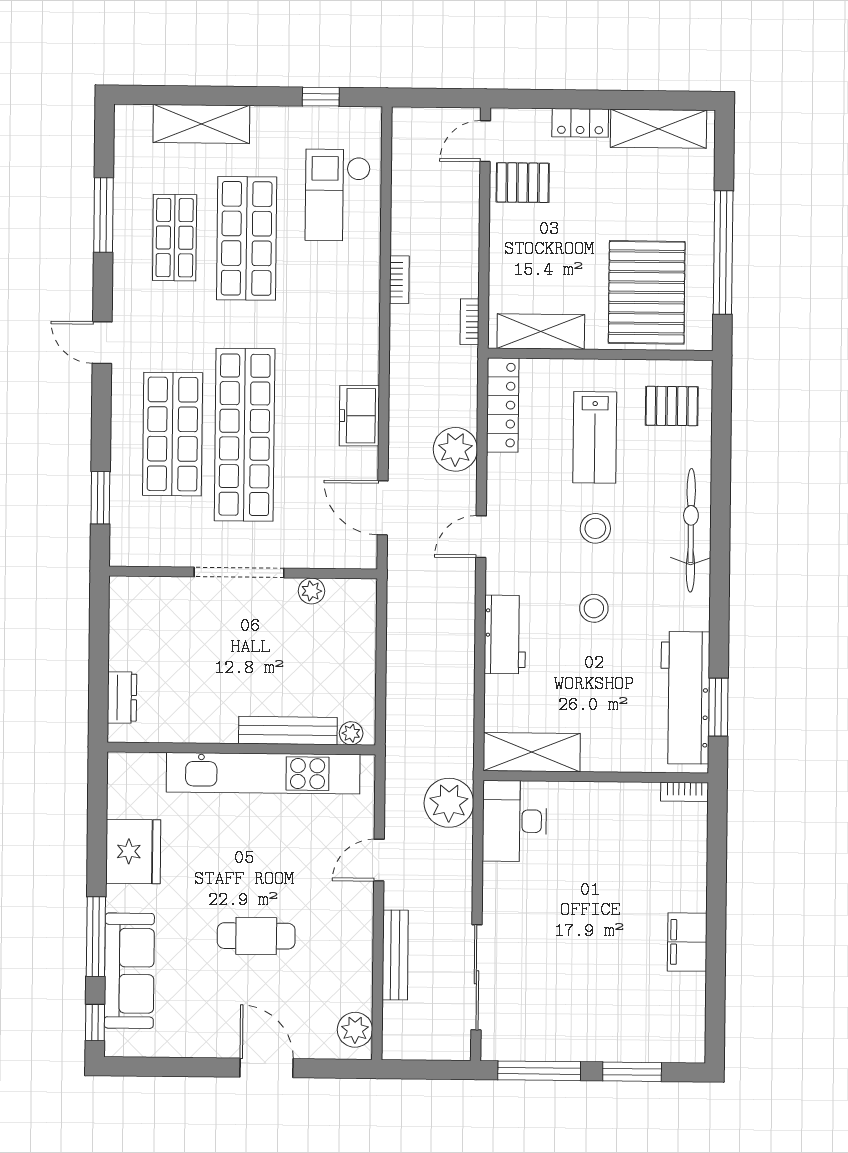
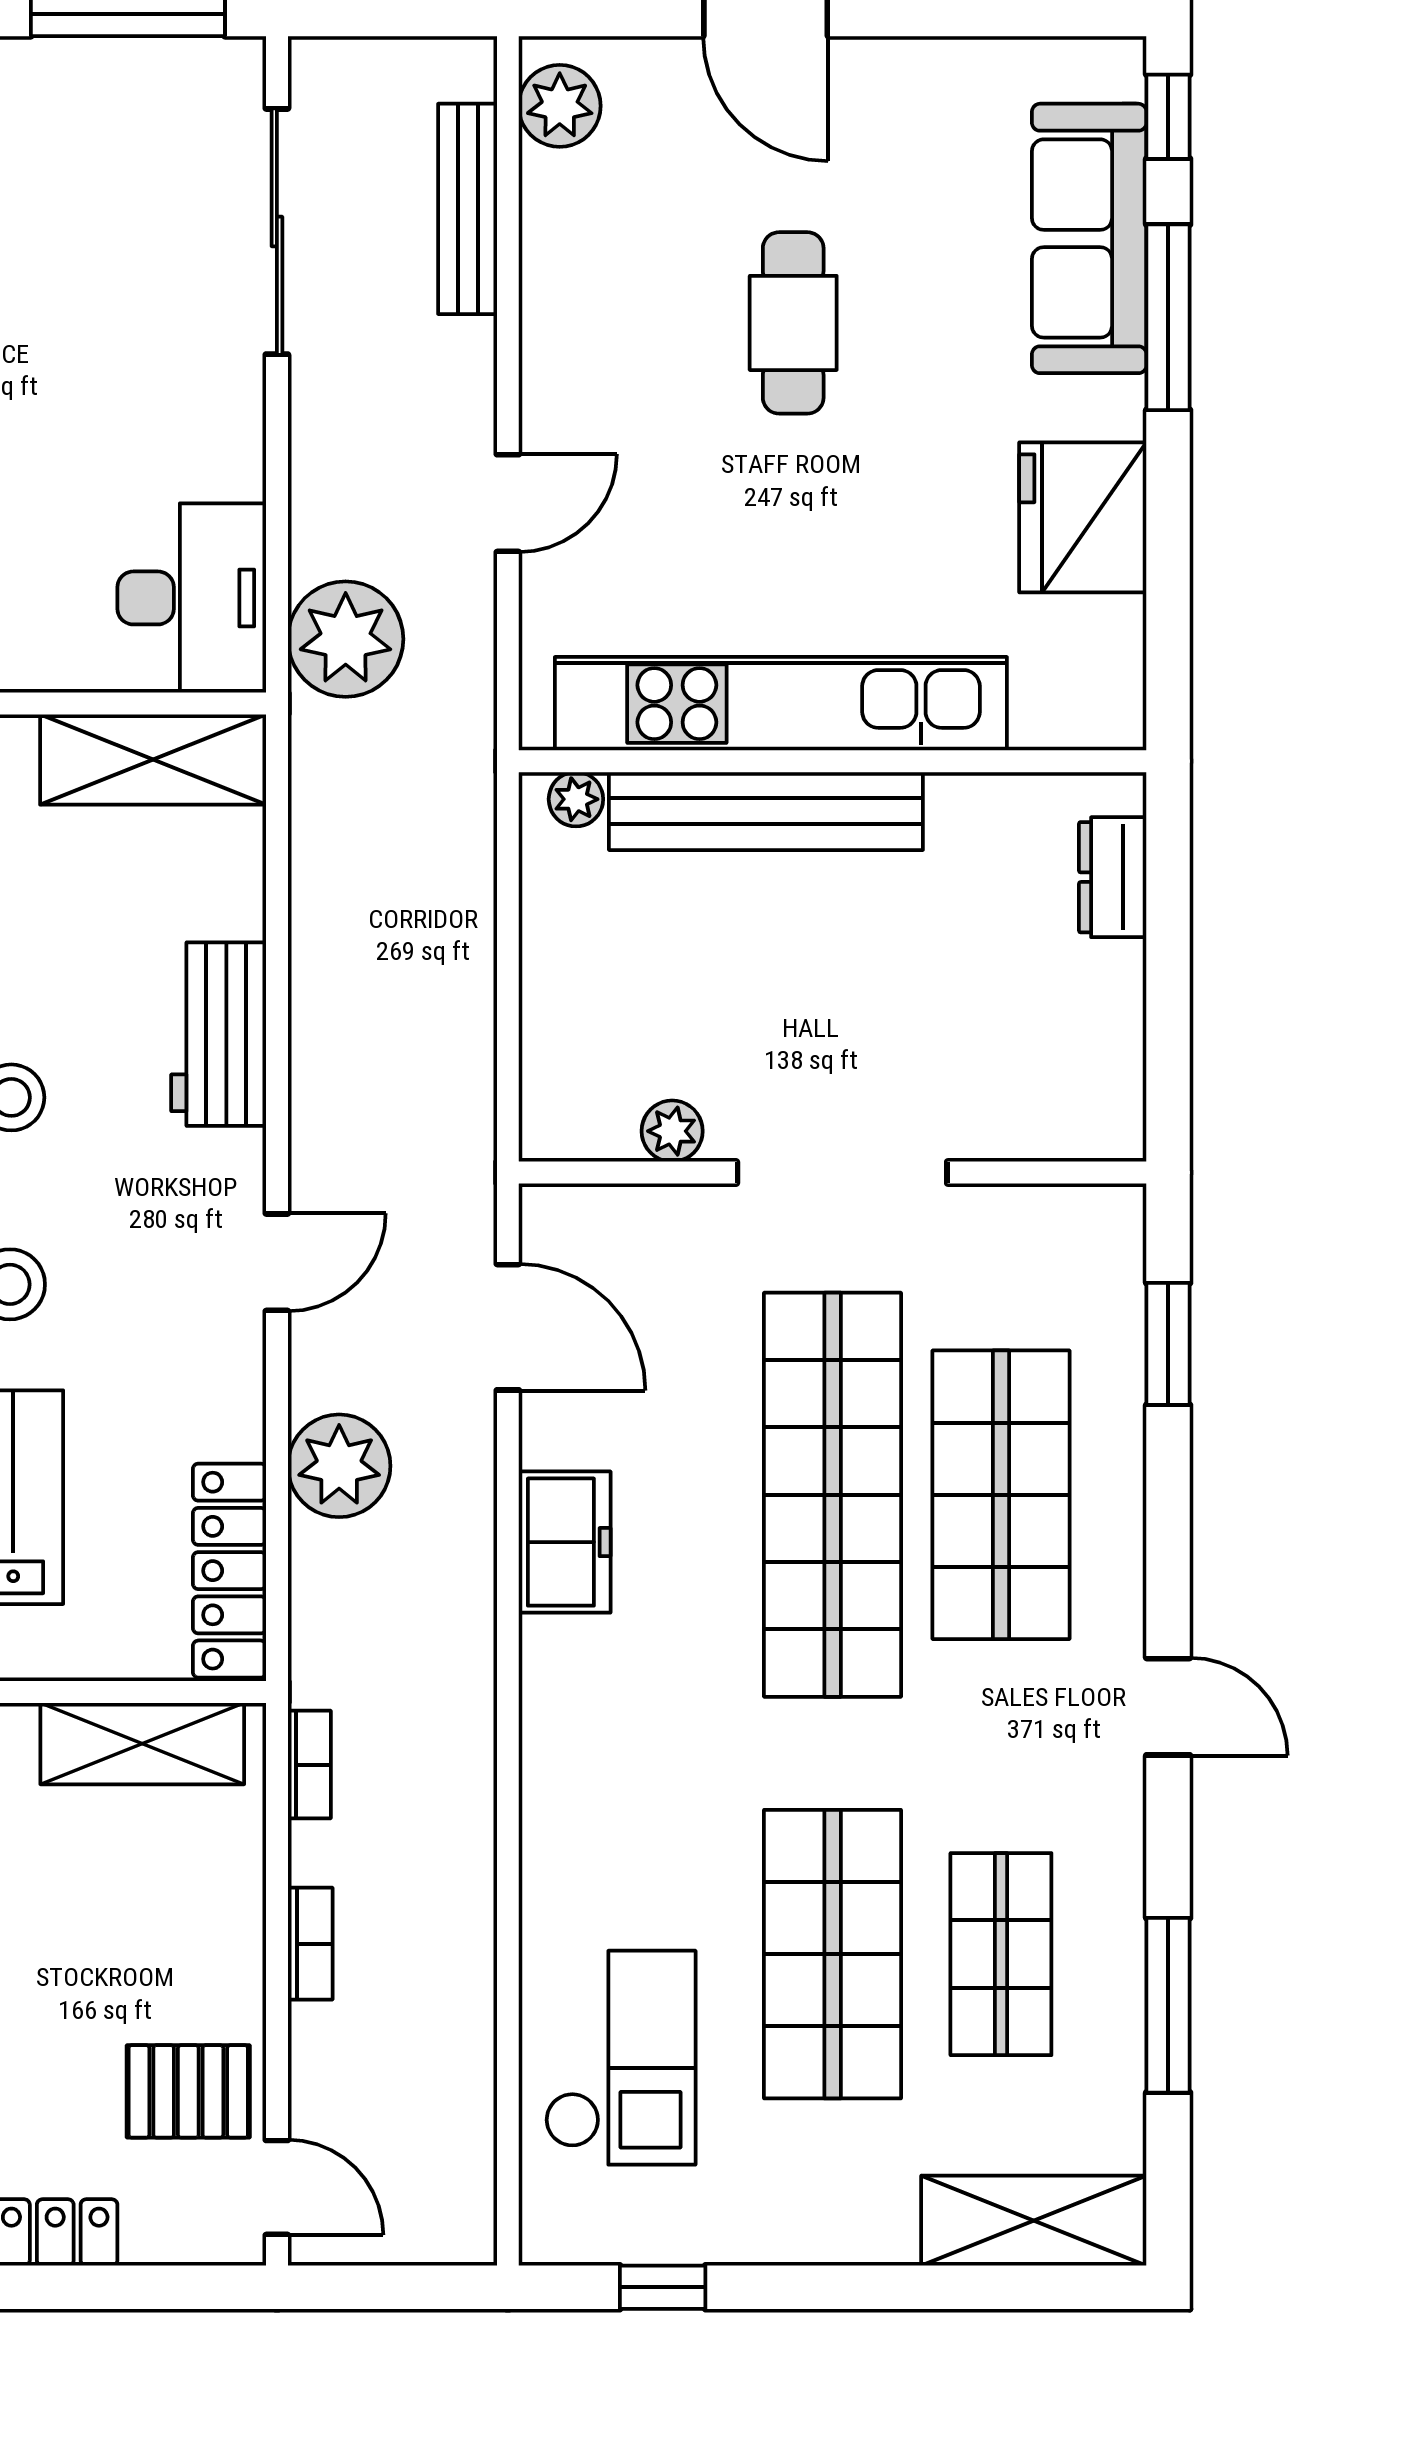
shelving: (201, 124) -> (1034, 2221), moved
door: (485, 141) -> (277, 2187), hinge flipped
bookcase: (399, 280) -> (310, 1944), moved, turned 180
bench: (288, 730) -> (766, 811), width x1.37, depth x1.21
cafe table: (256, 936) -> (793, 323), turned 90
bench: (395, 955) -> (468, 209), moved

